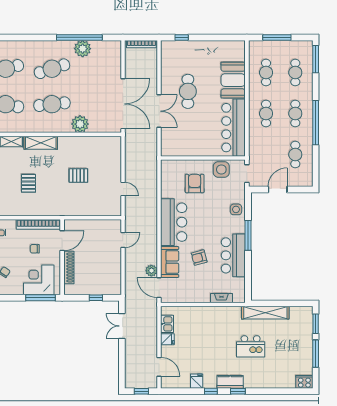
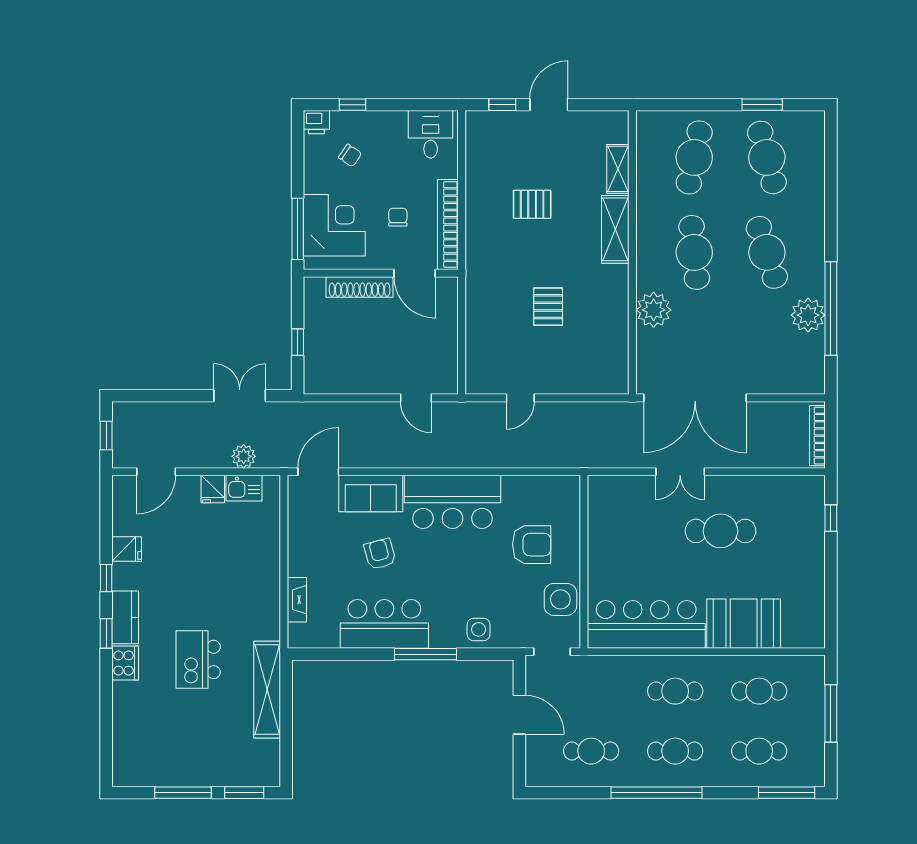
double door: (159, 111) -> (680, 472), width x0.73
plant: (151, 271) -> (244, 456), moved
cooker: (304, 382) -> (125, 663), moved

